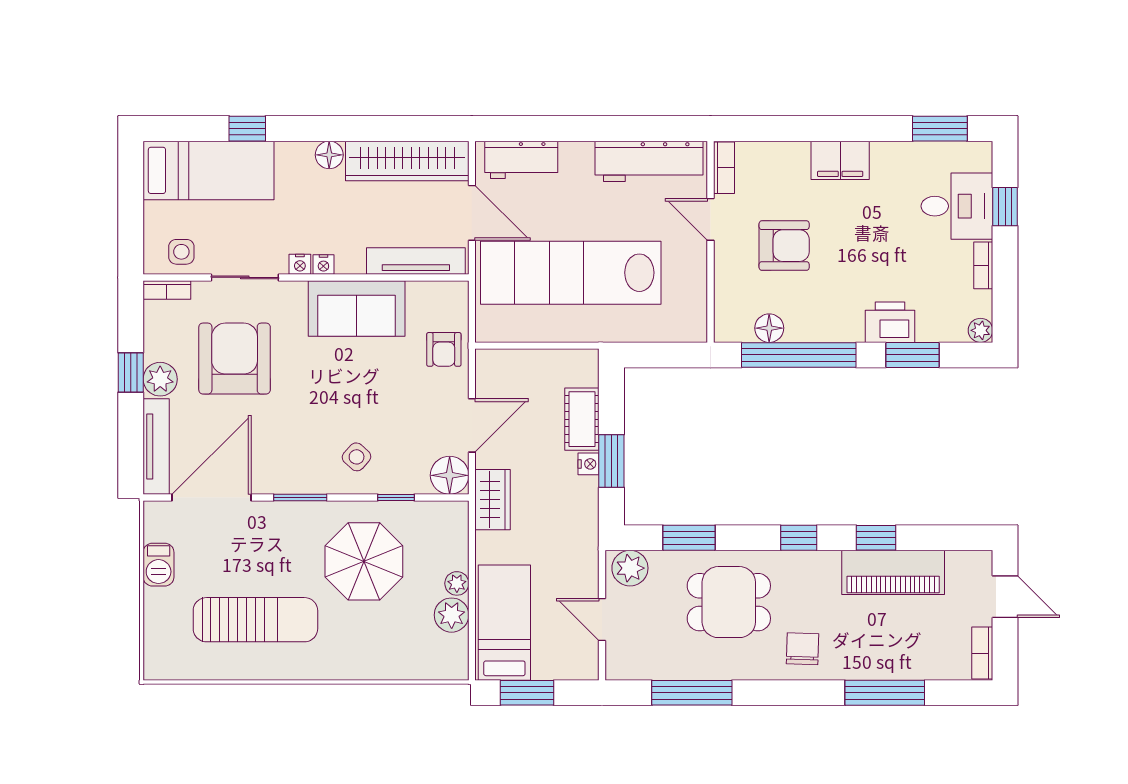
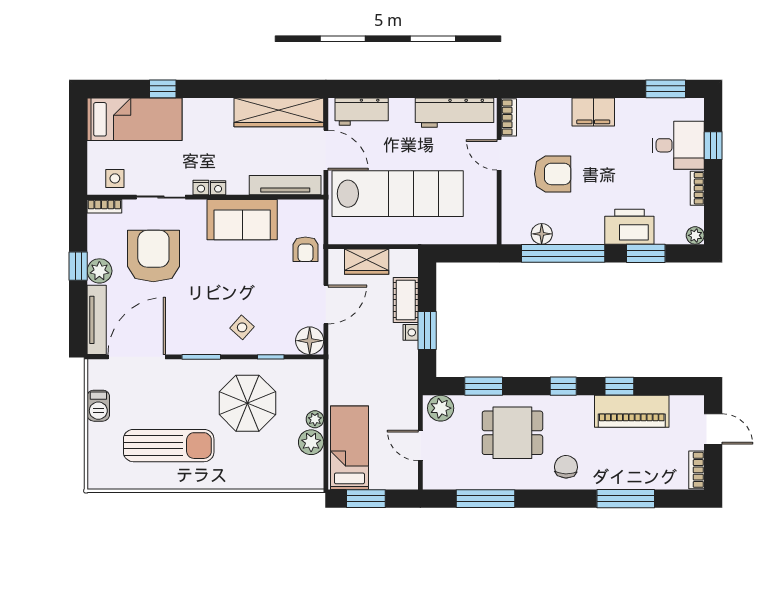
floor lamp: (329, 155) -> (222, 108), removed
lab bench: (571, 273) -> (398, 194), turned 180
printer: (890, 322) -> (629, 227), width x1.37, depth x1.19
wardrobe: (493, 500) -> (367, 262), moved, turned 90

